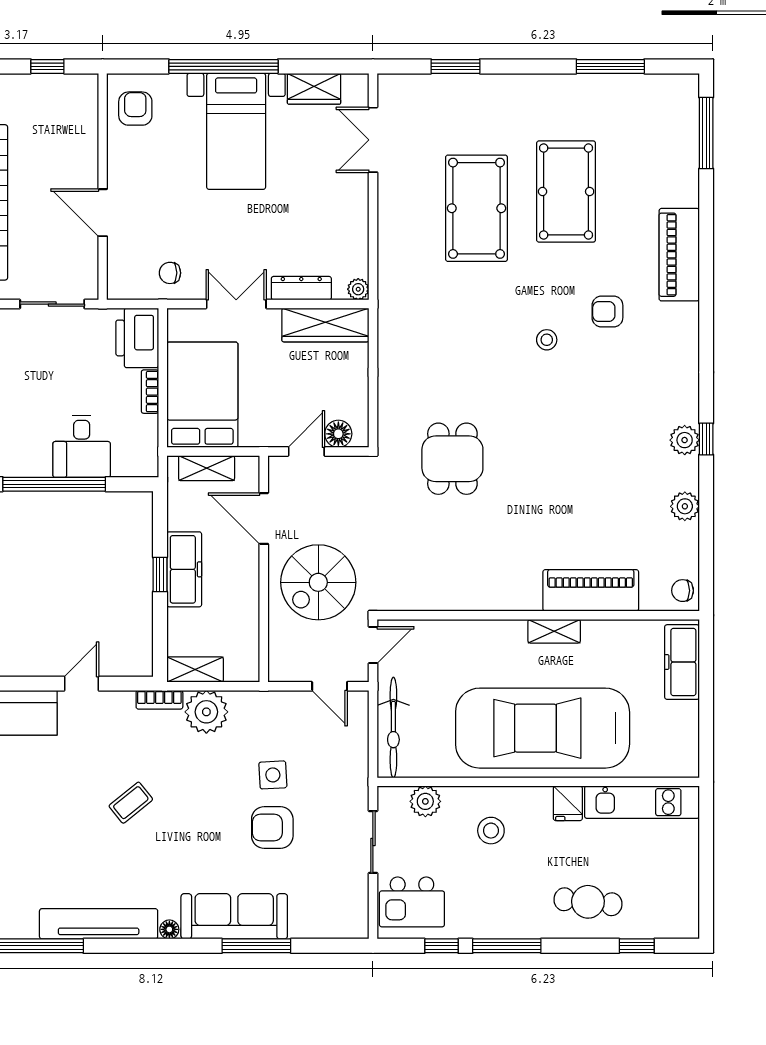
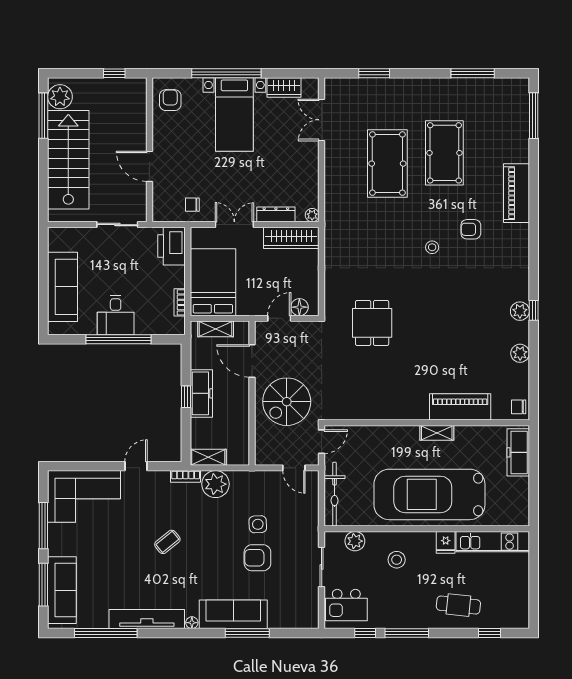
bookcase: (150, 392) -> (180, 302), moved
desk: (82, 446) -> (116, 315), moved

